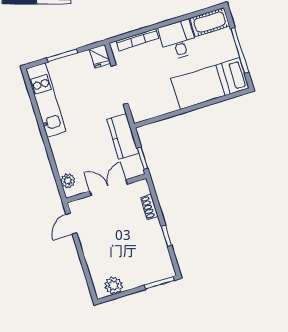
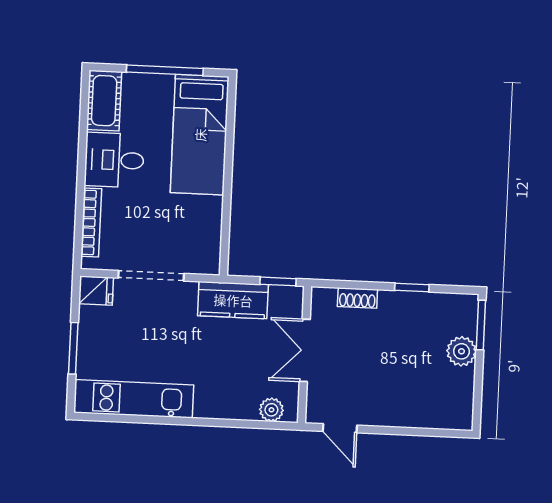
plant: (113, 285) -> (461, 351), moved

